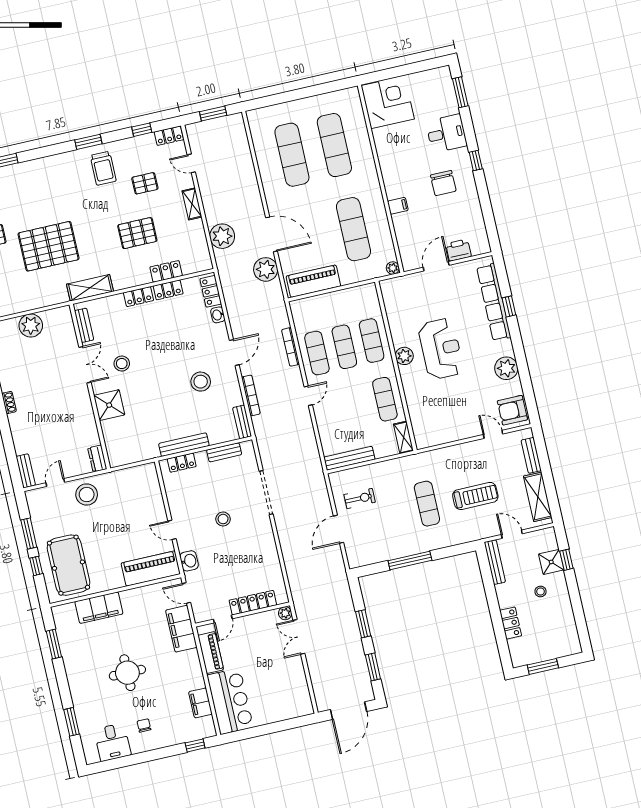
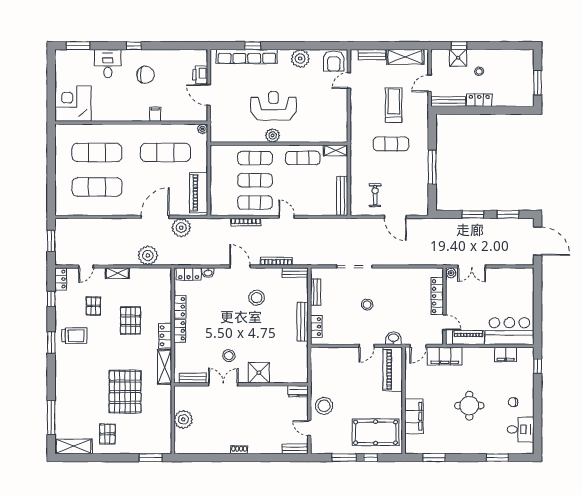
locker: (166, 271) -> (165, 336), moved
locker: (511, 623) -> (479, 100), moved

